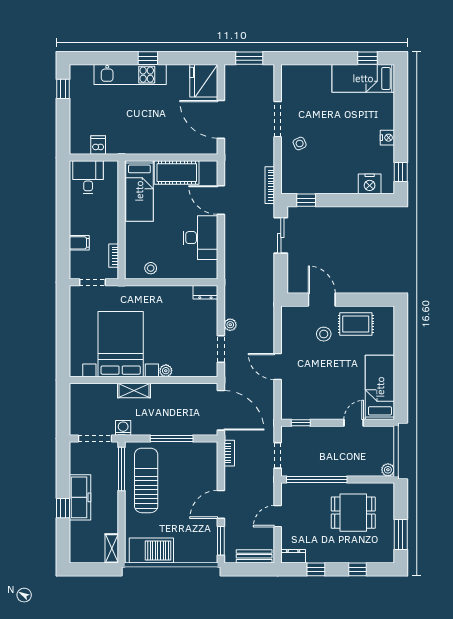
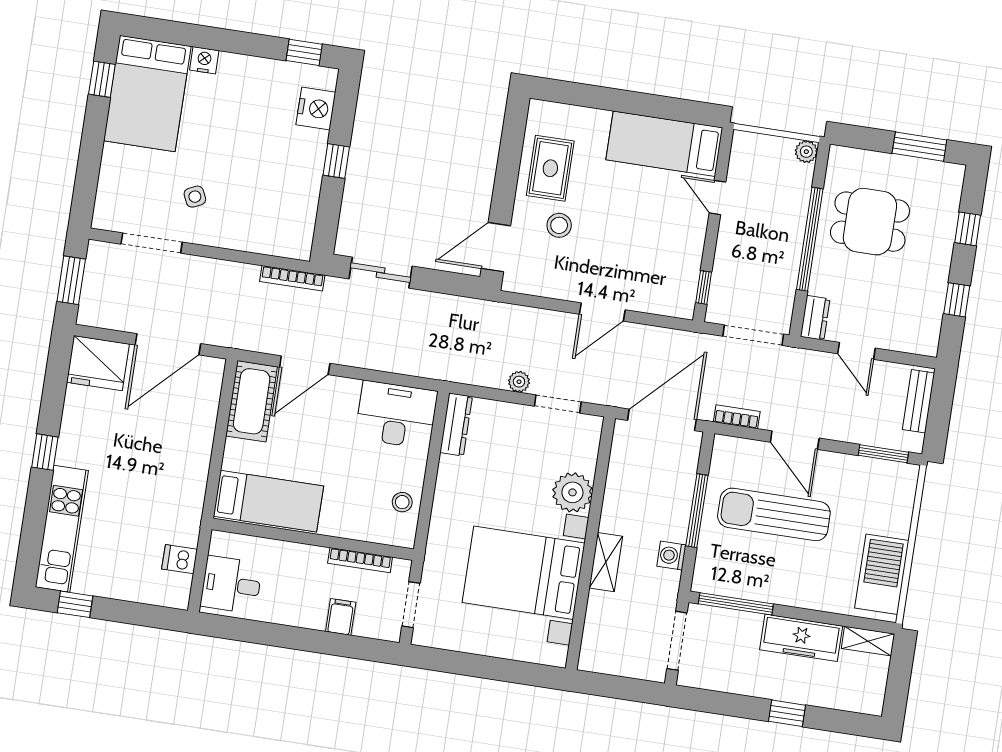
kitchen unit: (130, 75) -> (62, 529), moved
bed: (363, 78) -> (147, 94), width x1.50
doorway: (278, 119) -> (152, 243), moved
nightstand: (387, 138) -> (204, 60), moved
side table: (300, 143) -> (195, 197), moved
cot: (177, 173) -> (252, 401), moved
window: (306, 200) -> (336, 161), moved
desk: (200, 238) -> (396, 415), moved
bookcase: (114, 256) -> (360, 560), width x1.56
dresser: (205, 292) -> (456, 425), width x1.44
door: (322, 300) -> (496, 247), moved
plant: (166, 371) -> (572, 492), width x1.88, depth x1.88
washing machine: (123, 428) -> (672, 556), moved
doorway: (278, 455) -> (753, 335), width x1.38
window: (317, 479) -> (810, 239), moved
sun lounger: (146, 480) -> (774, 514), moved
freezer: (80, 497) -> (801, 638), moved, turned 180
door: (221, 504) -> (795, 440), moved
dining table: (353, 513) -> (870, 222), turned 90
dresser: (293, 556) -> (815, 318), moved, turned 180

